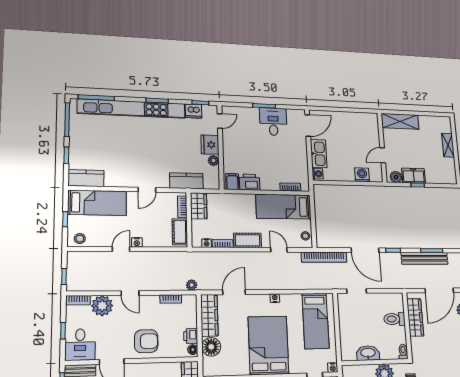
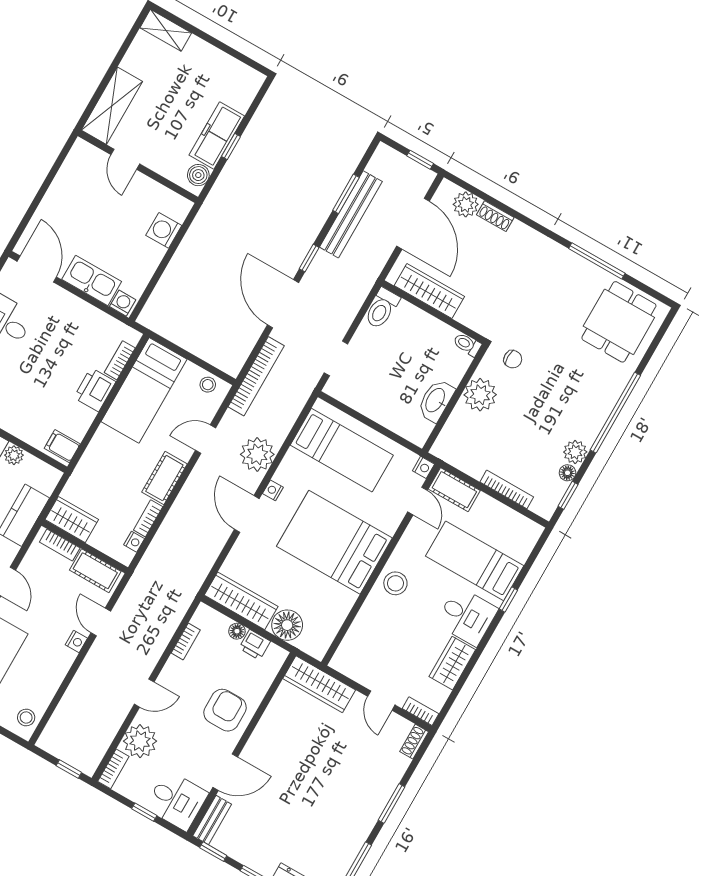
shelving: (448, 145) -> (166, 30), moved
door: (383, 155) -> (125, 159), moved
freezer: (414, 176) -> (217, 136), width x1.40
printer: (250, 182) -> (95, 390), moved
door: (121, 249) -> (101, 622), moved
door: (365, 250) -> (283, 304), swing flipped
plant: (192, 285) -> (257, 454), moved, width x1.88, depth x1.88
door: (234, 292) -> (247, 514), moved
toilet: (395, 319) -> (382, 308), moved
floor lamp: (193, 350) -> (237, 631), moved

